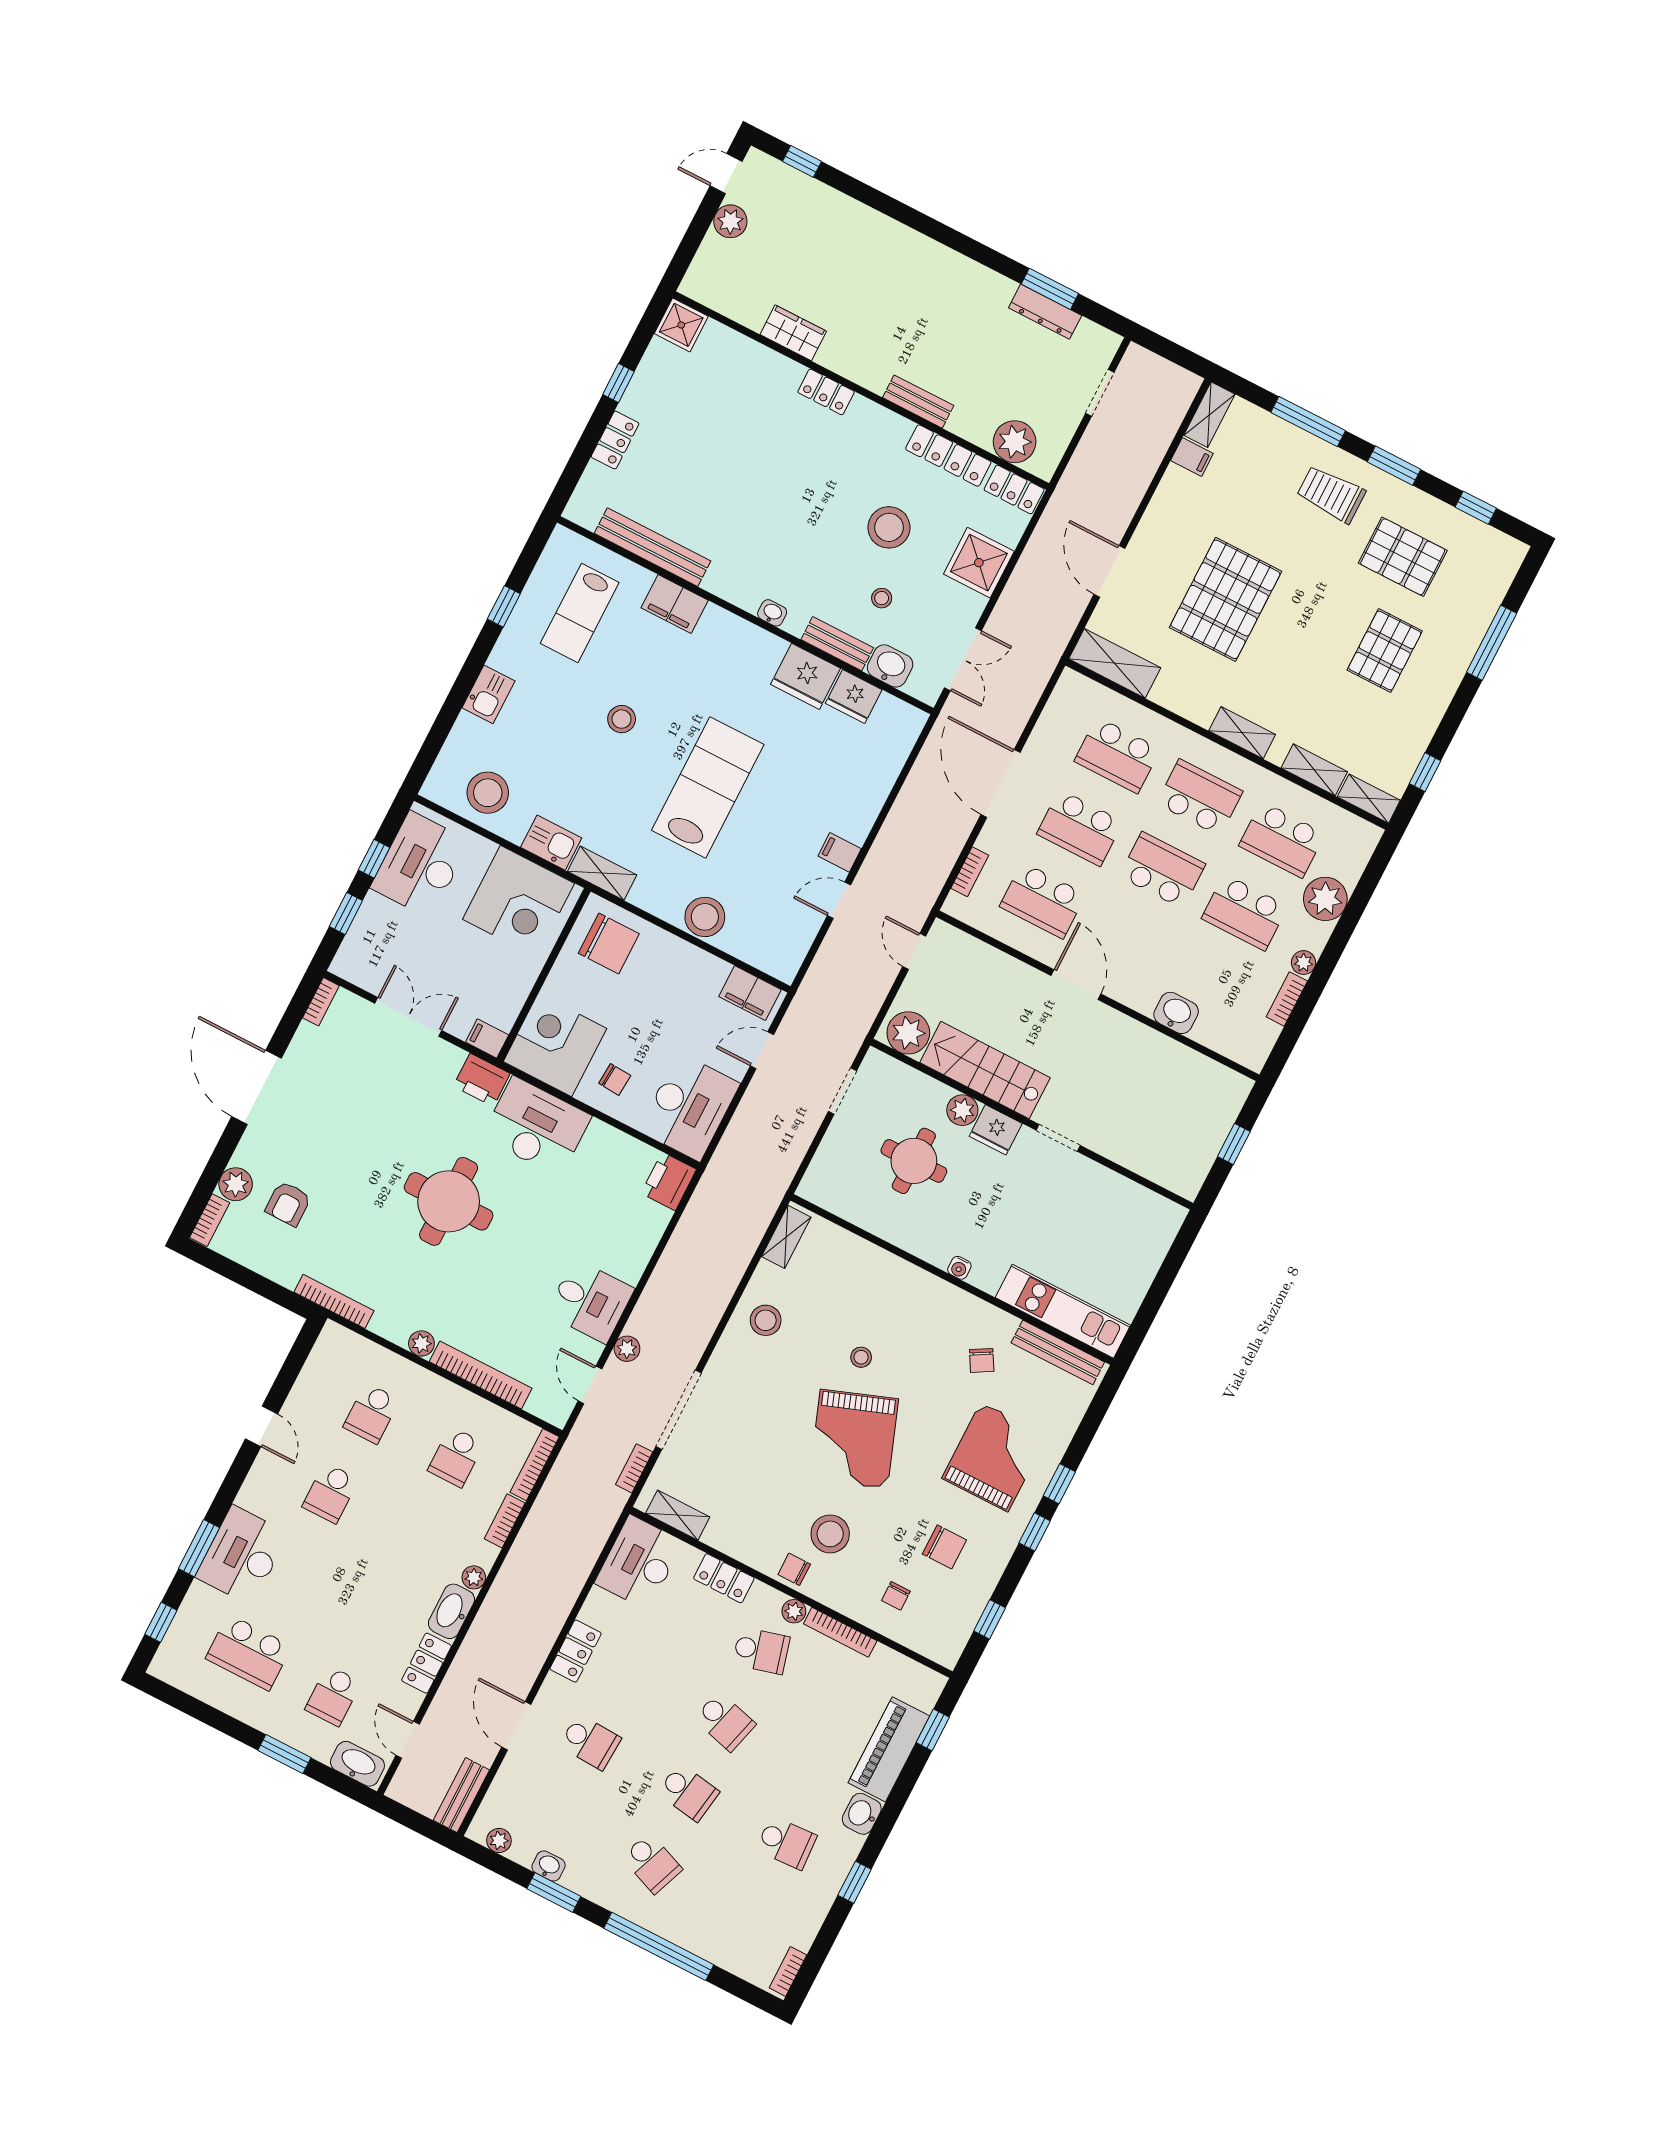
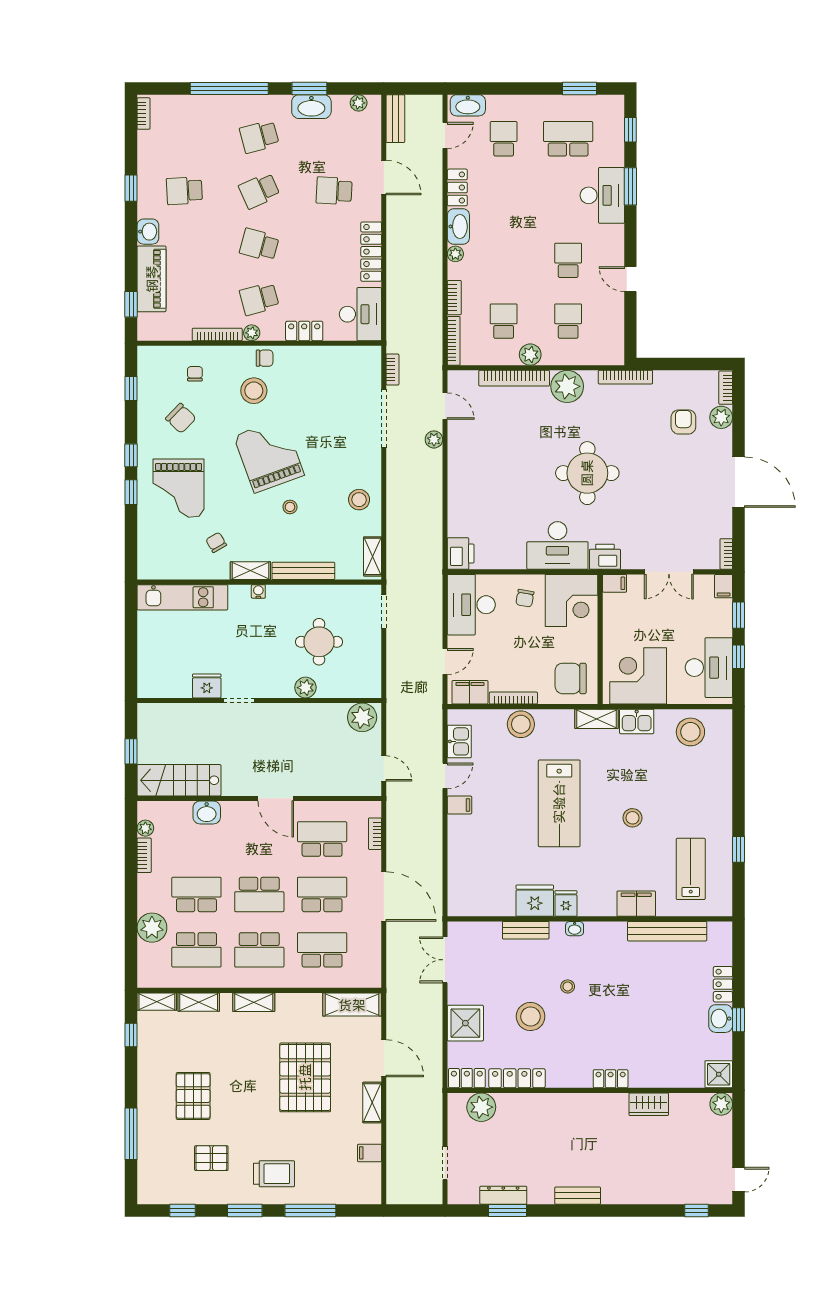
plant: (730, 221) -> (721, 1104), moved
bench: (918, 402) -> (578, 1196), moved
shelving: (1209, 415) -> (372, 1103), moved
pallet: (1403, 557) -> (211, 1158), width x0.67, depth x0.71
stool: (882, 598) -> (568, 986), moved
washbasin: (890, 666) -> (721, 1019), moved, turned 90
kitchen sink: (488, 694) -> (459, 741), moved, turned 180
fridge: (854, 696) -> (566, 903), moved, width x0.72
school desk: (1282, 840) -> (196, 950), turned 180
bookcase: (697, 956) -> (513, 698), added
filing cabinet: (346, 961) -> (724, 586), added
plant: (1303, 963) -> (145, 828), moved
stairs: (985, 1070) -> (179, 780), moved, turned 180
chair: (615, 1079) -> (525, 598), turned -84
doorway: (842, 1091) -> (384, 611), moved
fridge: (996, 1130) -> (207, 686), moved
desk: (590, 1301) -> (471, 457), removed
plant: (421, 1343) -> (567, 386), width x1.87, depth x1.87
bench: (1058, 1352) -> (303, 571), moved
plant: (444, 1395) -> (530, 355), added
shelving: (678, 1515) -> (250, 571), moved
chair: (944, 1547) -> (181, 418), turned -136
locker: (576, 1651) -> (371, 252), width x1.53
door: (408, 1740) -> (445, 135), hinge flipped
window: (284, 1754) -> (579, 89), moved
school desk: (688, 1792) -> (259, 191), turned -33
school desk: (652, 1863) -> (259, 137), turned -36
washbasin: (549, 1866) -> (311, 107), width x1.91, depth x1.45

